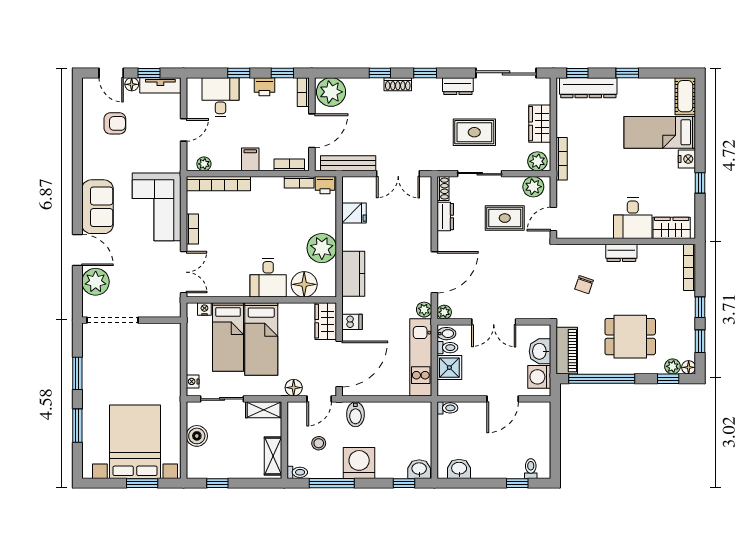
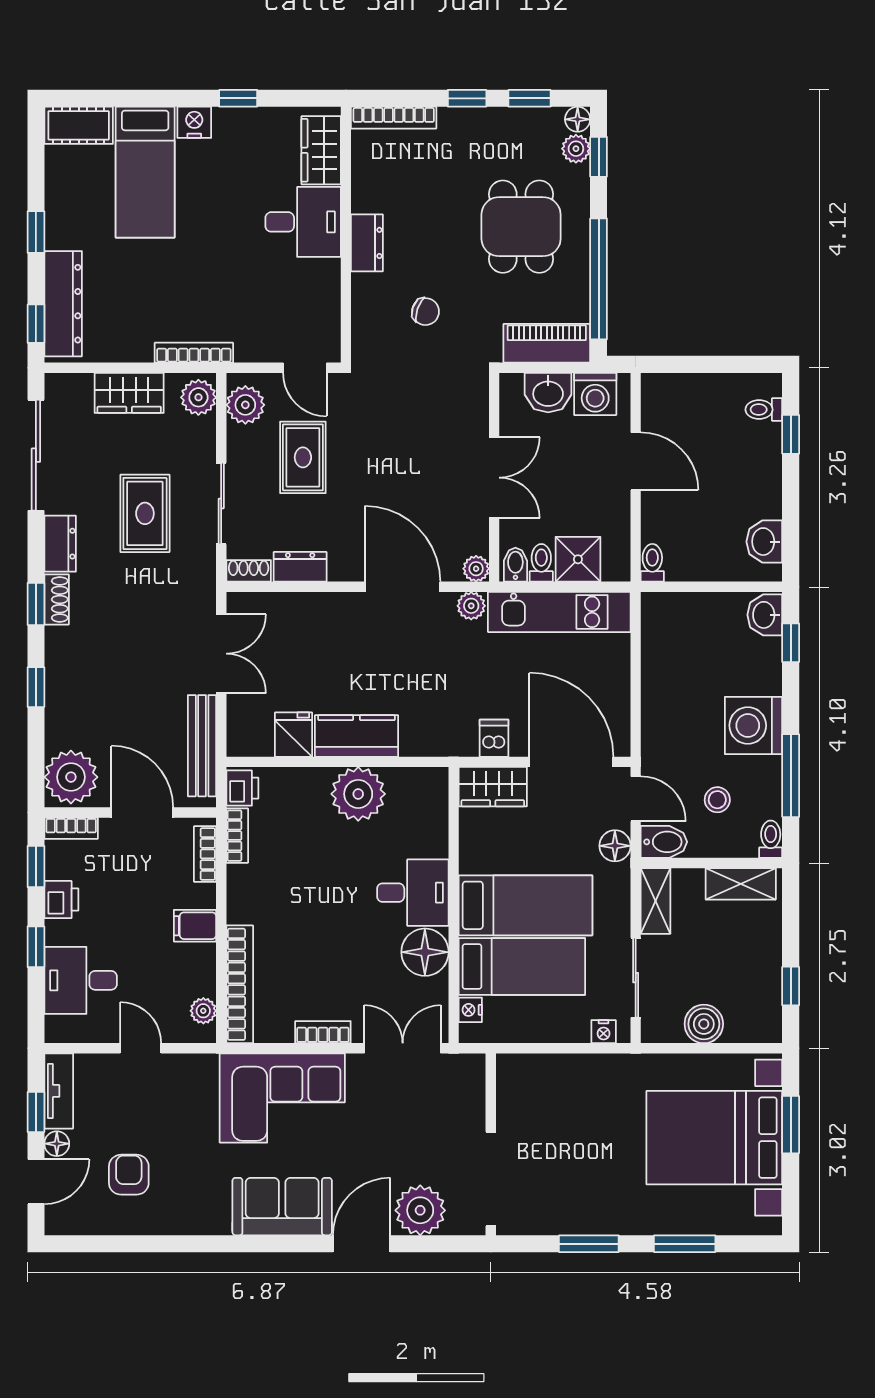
shoe rack: (398, 84) -> (57, 599), moved
kitchen counter: (353, 274) -> (357, 736), moved
floor lamp: (304, 284) -> (425, 952), moved
bidet: (355, 414) -> (664, 842), moved

